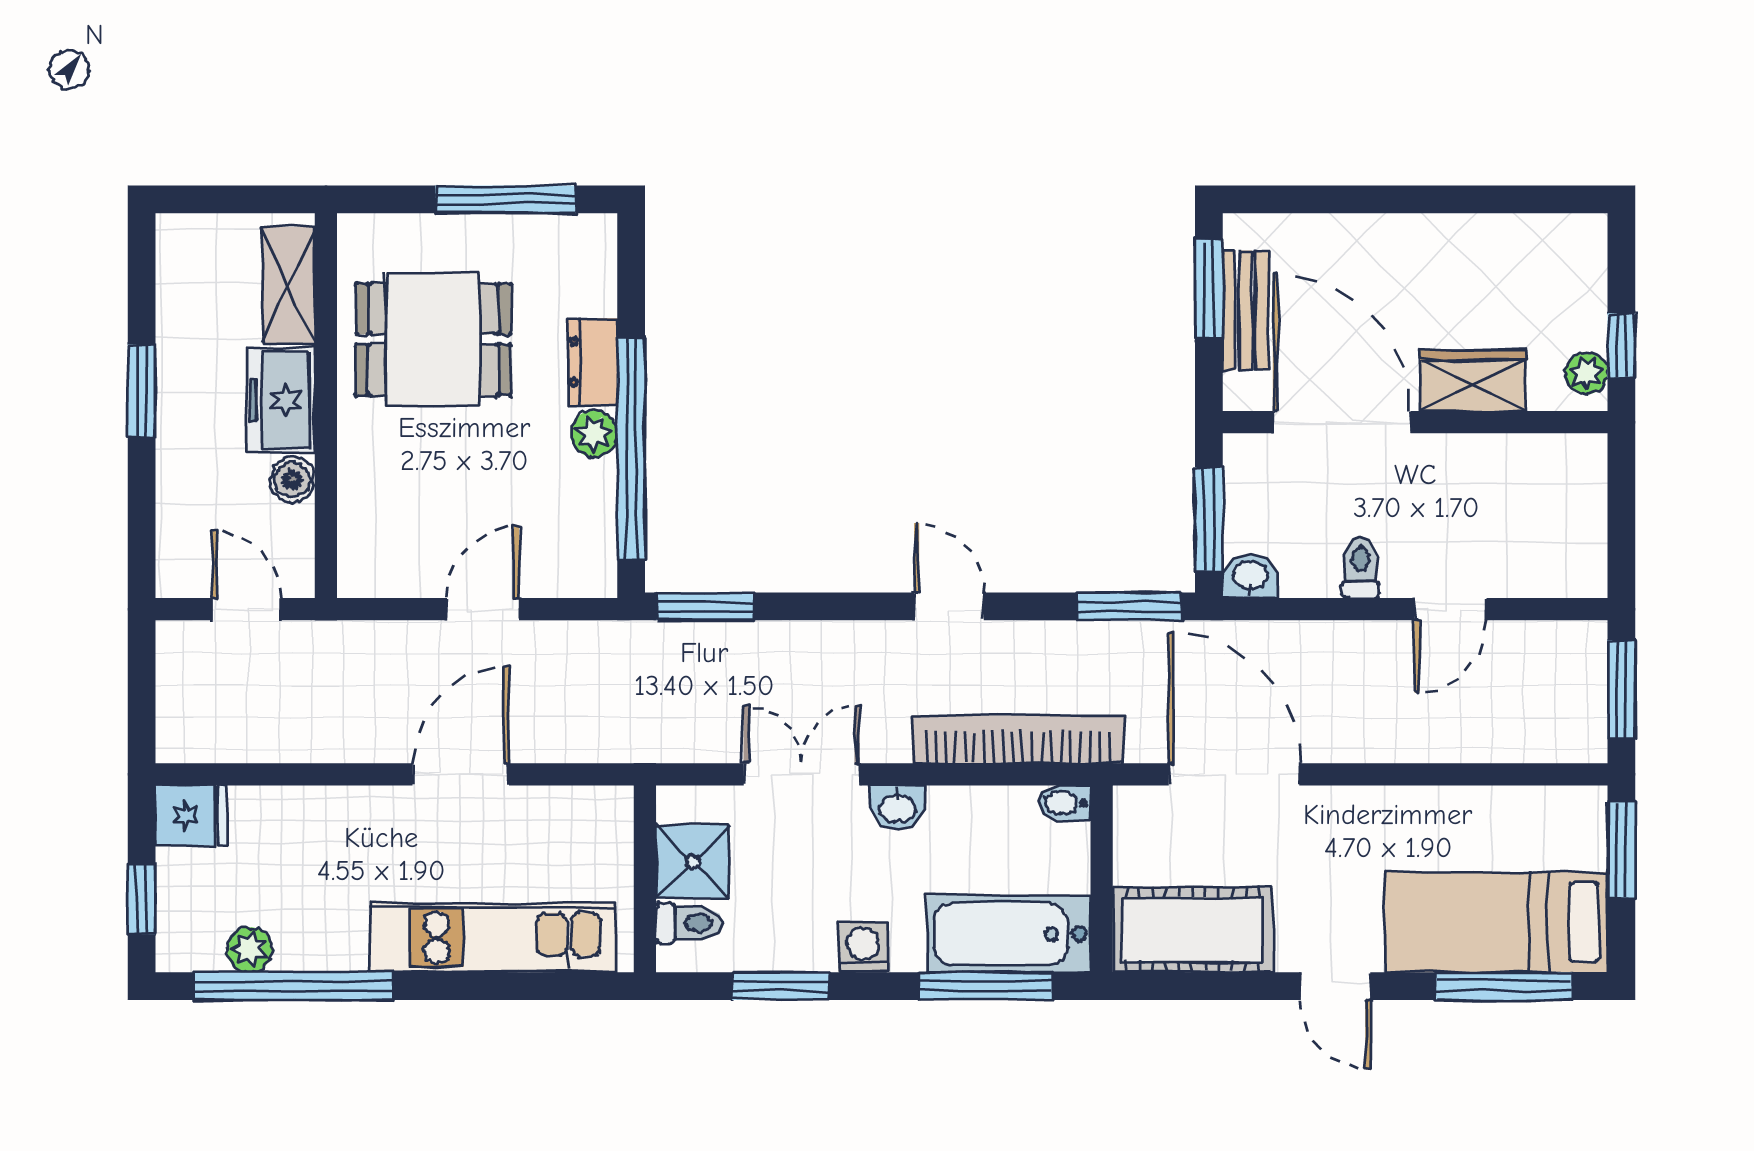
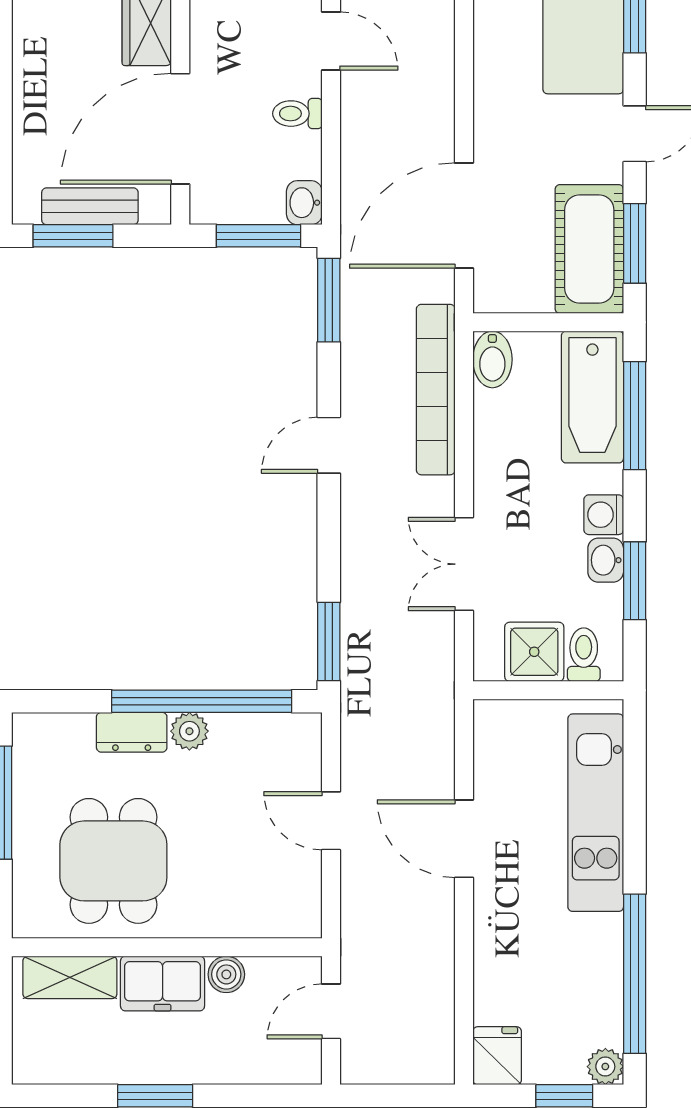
bidet: (1065, 803) -> (492, 359), width x1.38, depth x1.36
washbasin: (897, 807) -> (606, 560), moved, turned 180
plant: (249, 950) -> (605, 1067), moved
window: (1199, 986) -> (635, 243), added

